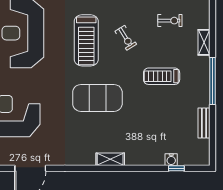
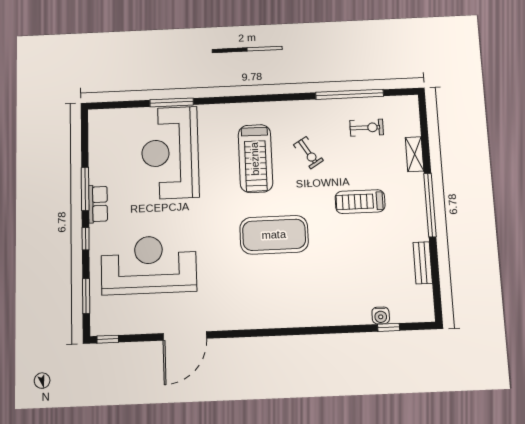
shelving: (110, 159) -> (296, 319), removed

